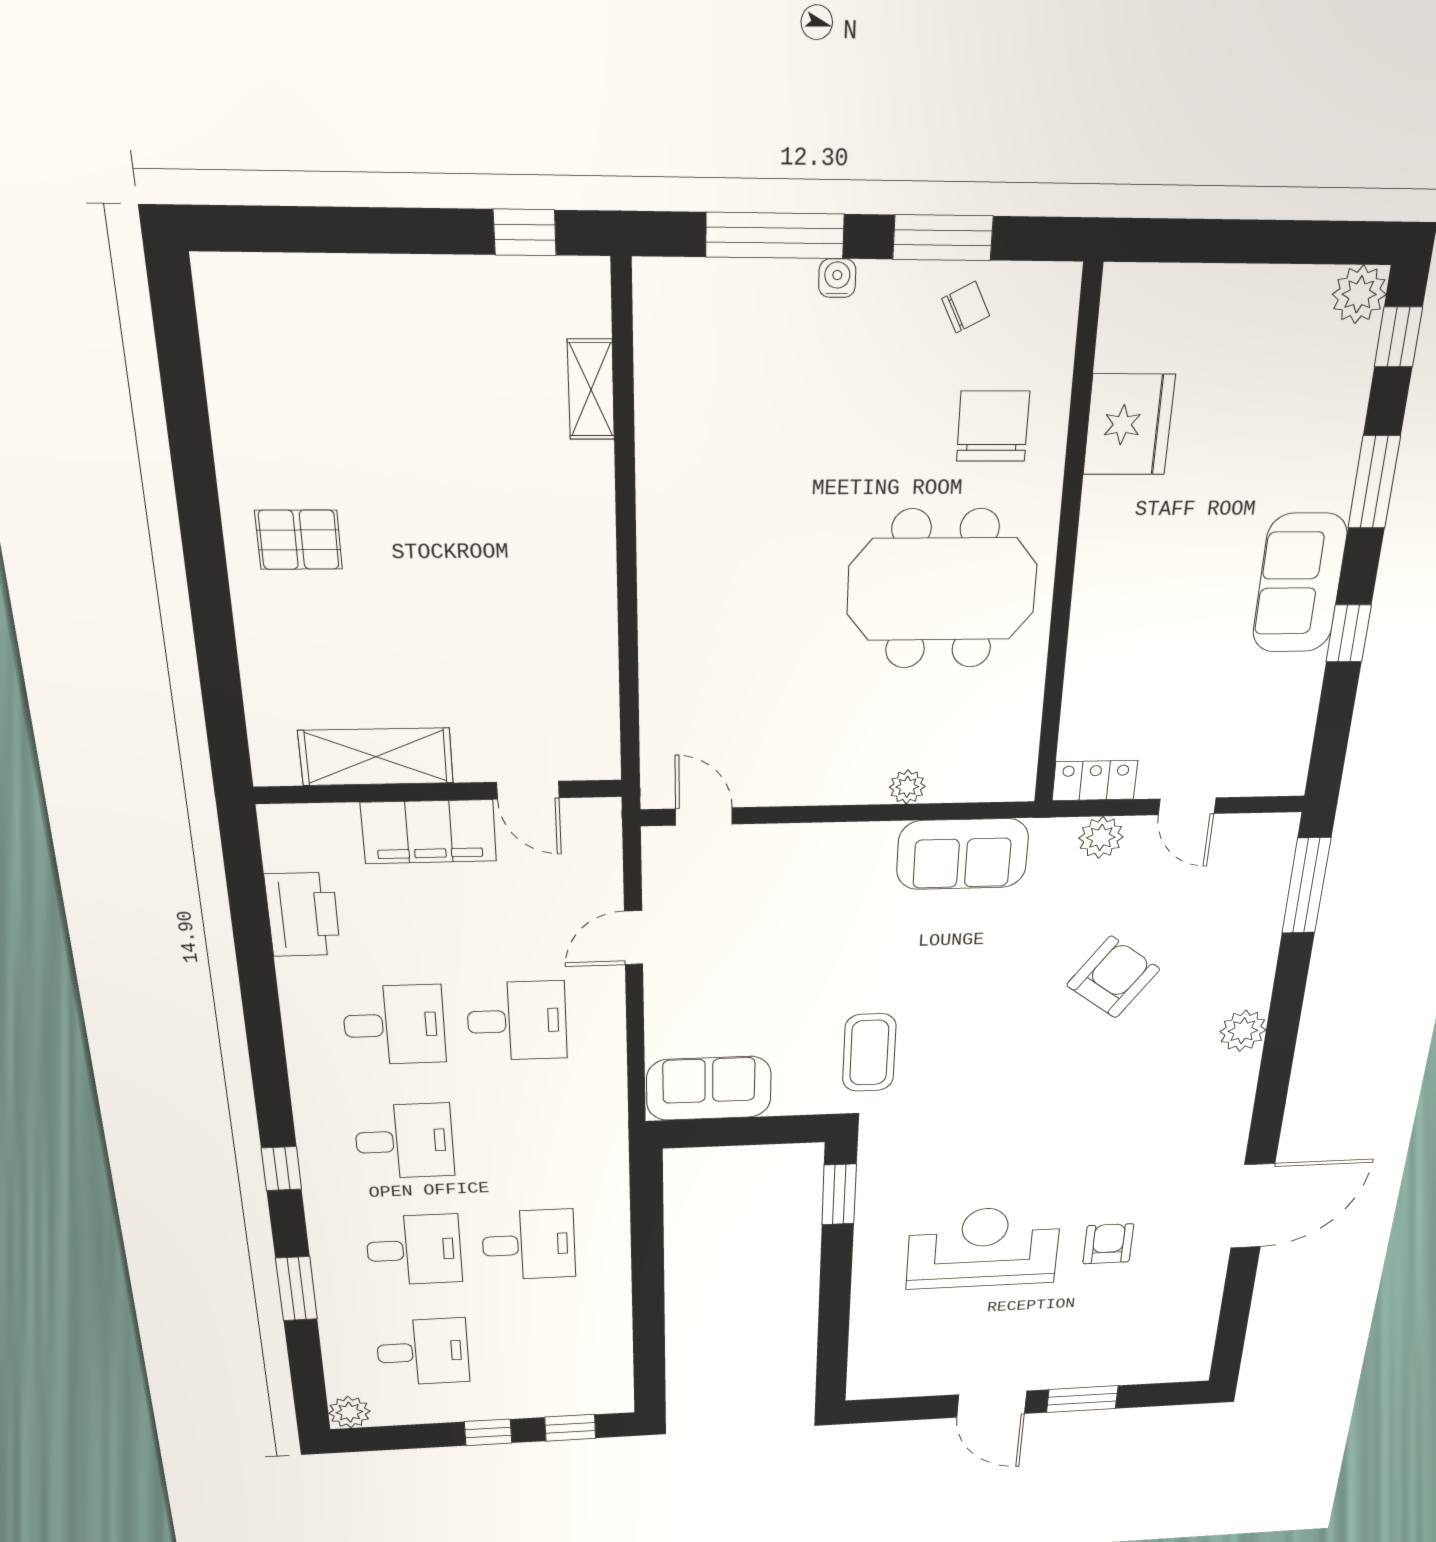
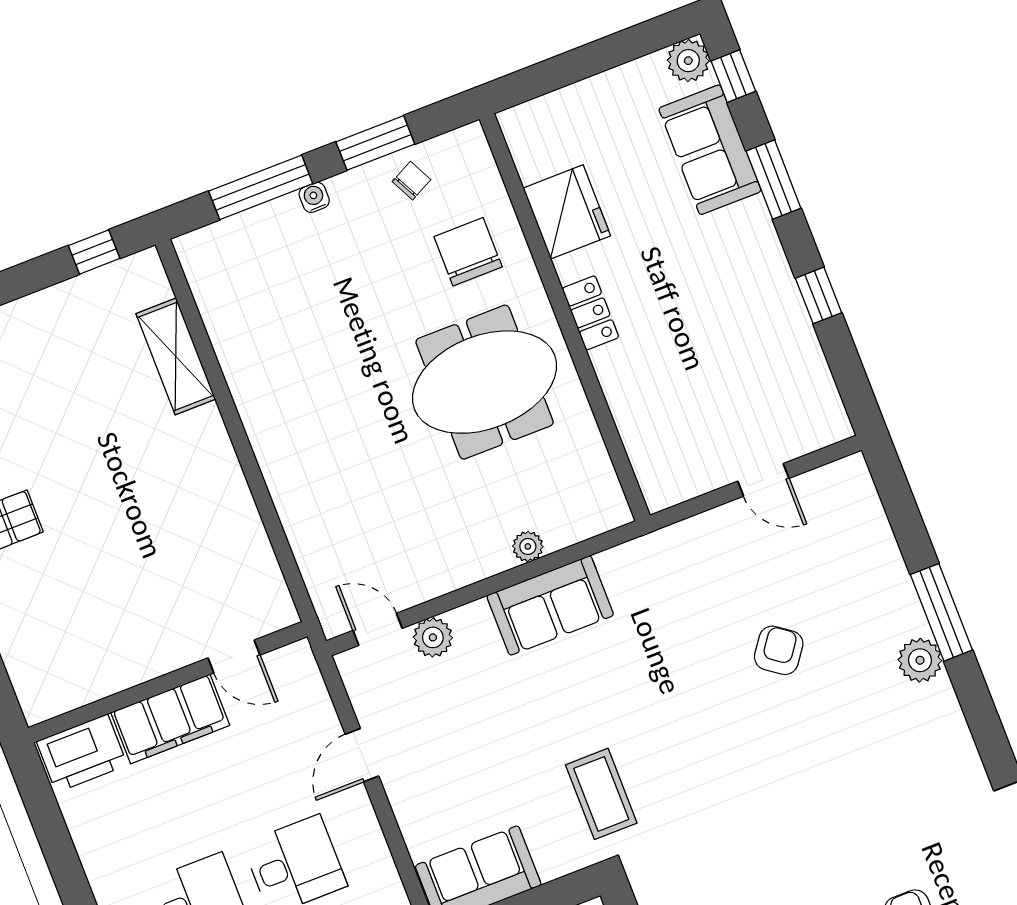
shelving: (591, 390) -> (176, 356), width x1.50, depth x1.33
sofa: (1300, 583) -> (710, 150), moved
shelving: (376, 757) -> (111, 670), removed
locker: (1095, 780) -> (590, 313), moved, turned 90
plant: (1101, 837) -> (433, 637), moved
sofa: (963, 854) -> (550, 605), moved
window: (1306, 886) -> (941, 612), moved
printer: (303, 915) -> (82, 753), moved, turned 90
armchair: (1113, 977) -> (779, 650), width x0.72, depth x0.72

